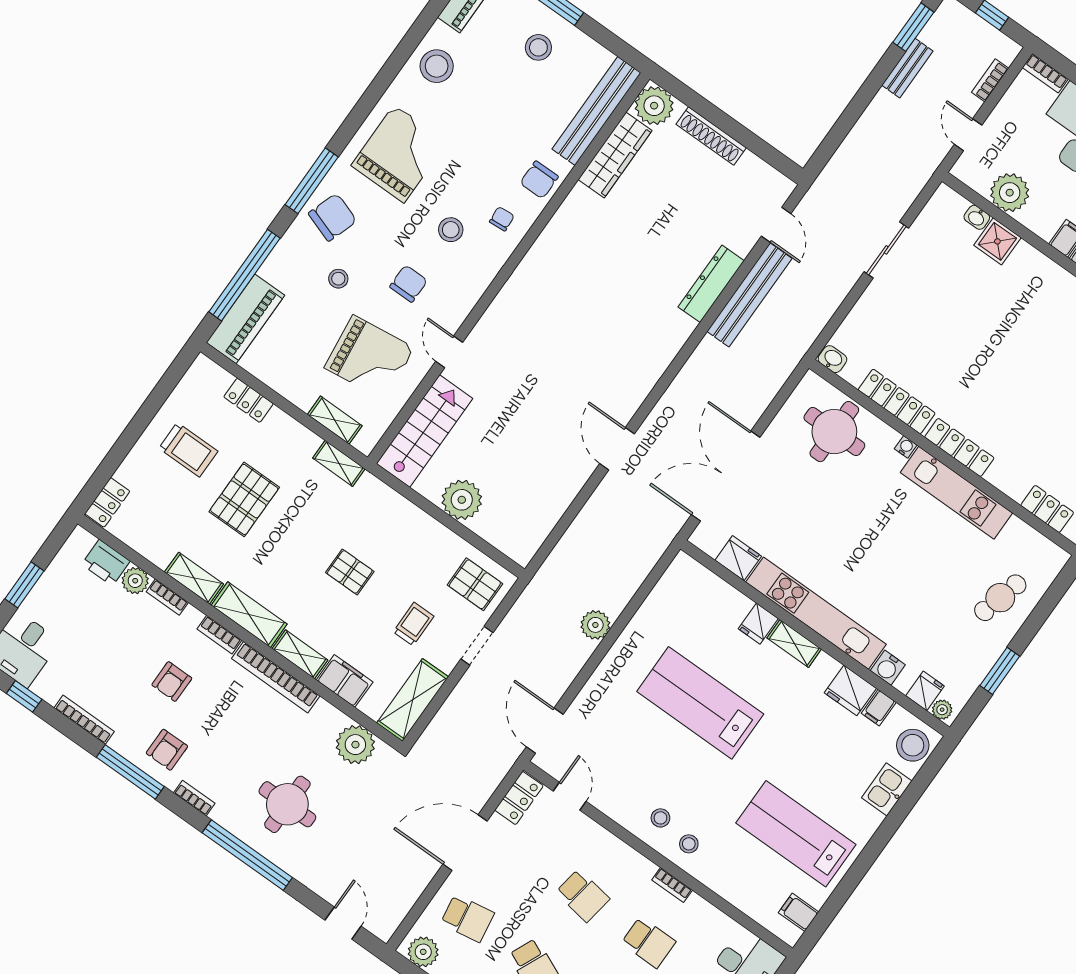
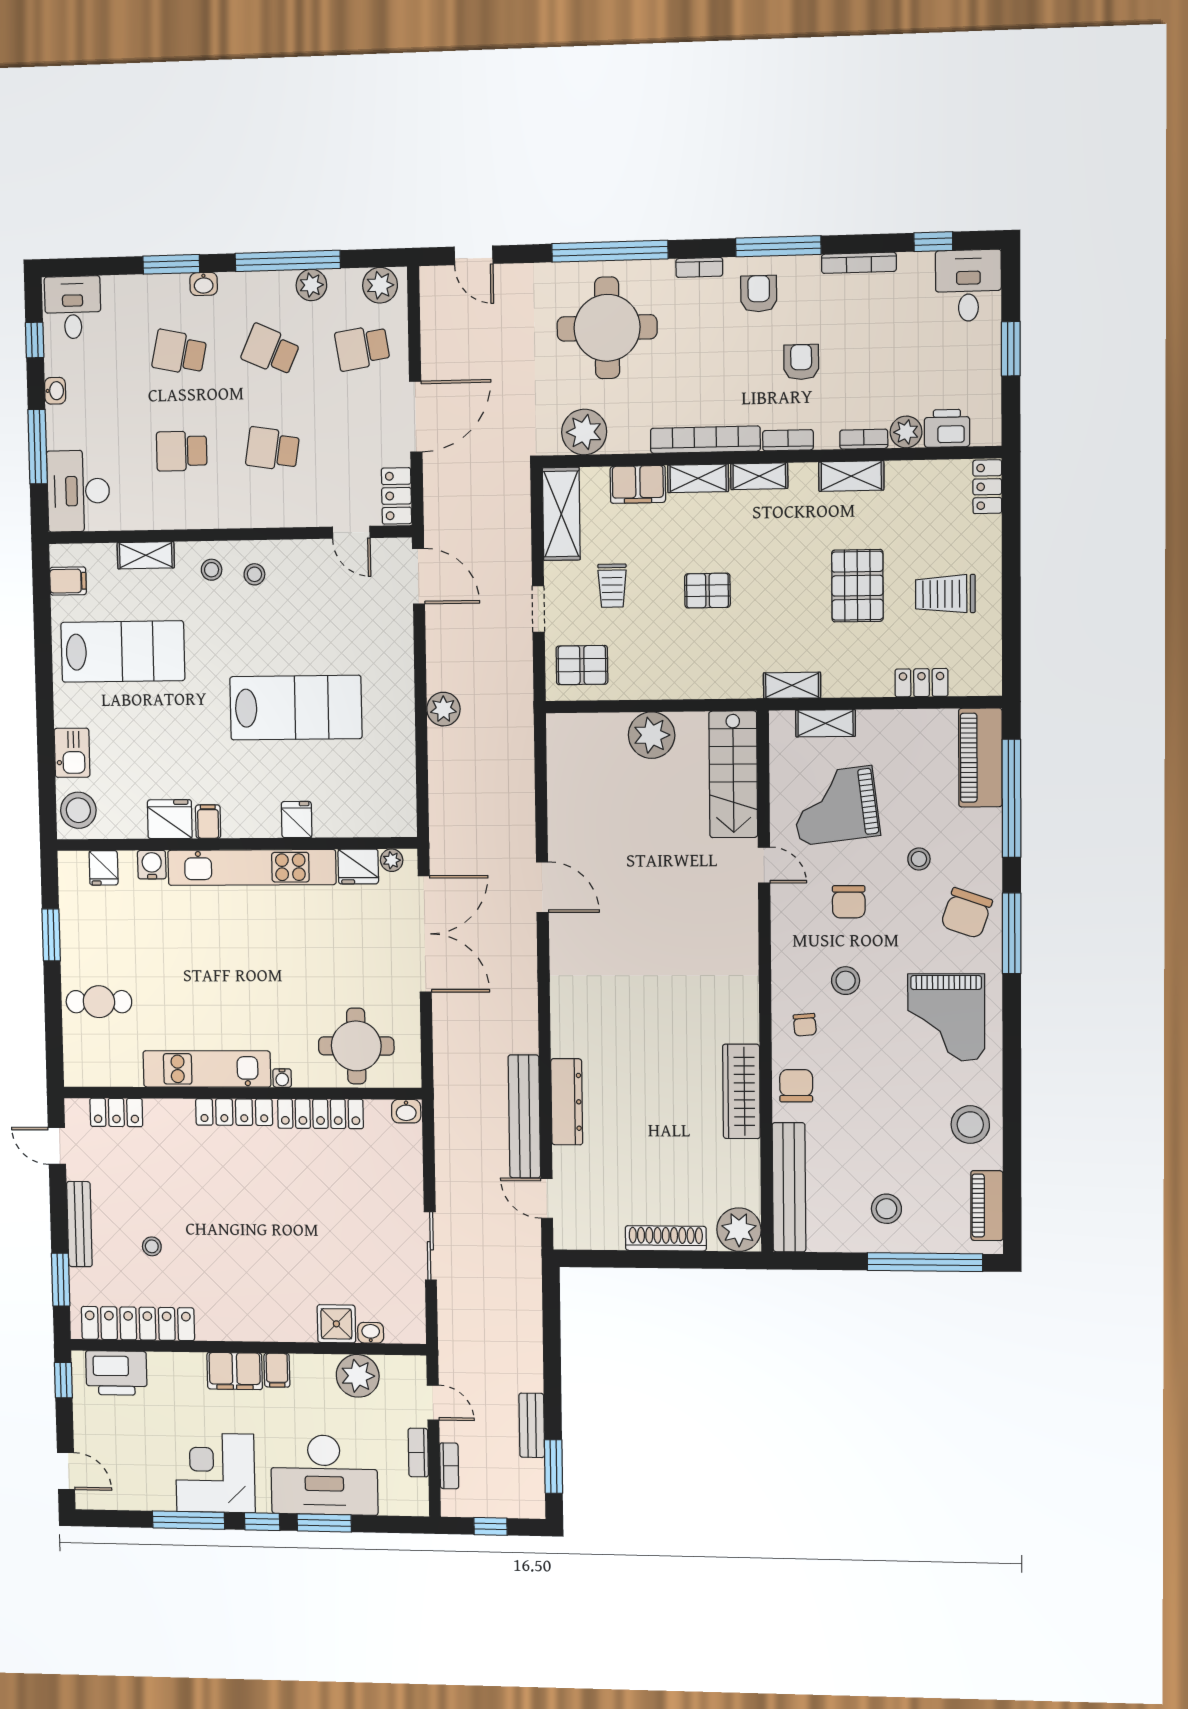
bookcase: (1045, 73) -> (418, 1453), moved, turned -90
wardrobe: (615, 155) -> (741, 1091), moved
cafe table: (1000, 598) -> (99, 1002), turned 75
shelving: (249, 615) -> (759, 476), width x0.67, depth x0.75
shelving: (794, 643) -> (146, 555), moved
filing cabinet: (879, 708) -> (208, 822), moved
plant: (942, 710) -> (392, 860), moved
round table: (287, 804) -> (607, 328), width x1.36, depth x1.36
bookcase: (672, 885) -> (199, 520), removed

